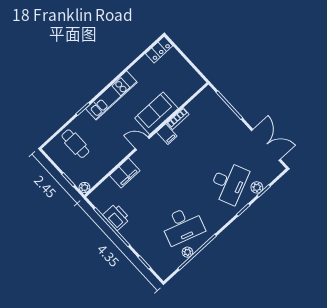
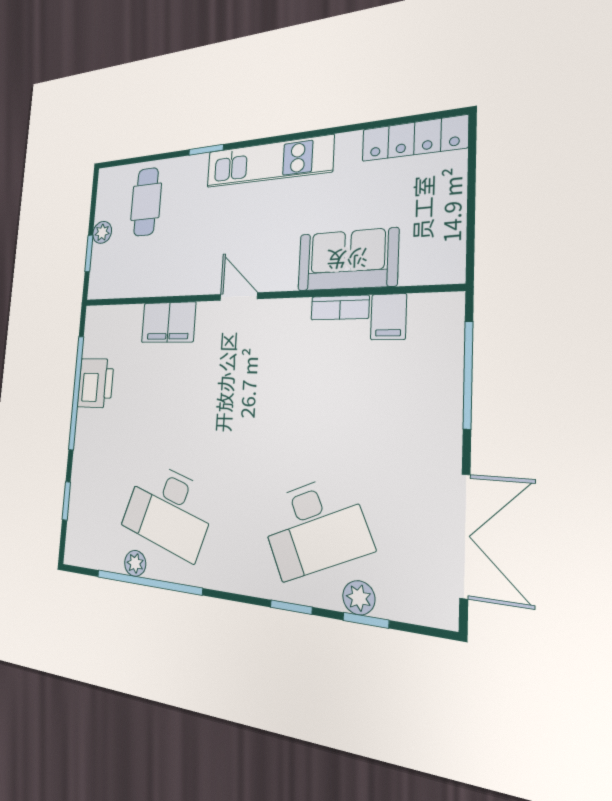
locker: (159, 50) -> (414, 138), width x1.53
sofa: (156, 113) -> (347, 260), moved
filing cabinet: (167, 134) -> (389, 317), moved
plant: (84, 188) -> (102, 232), moved

